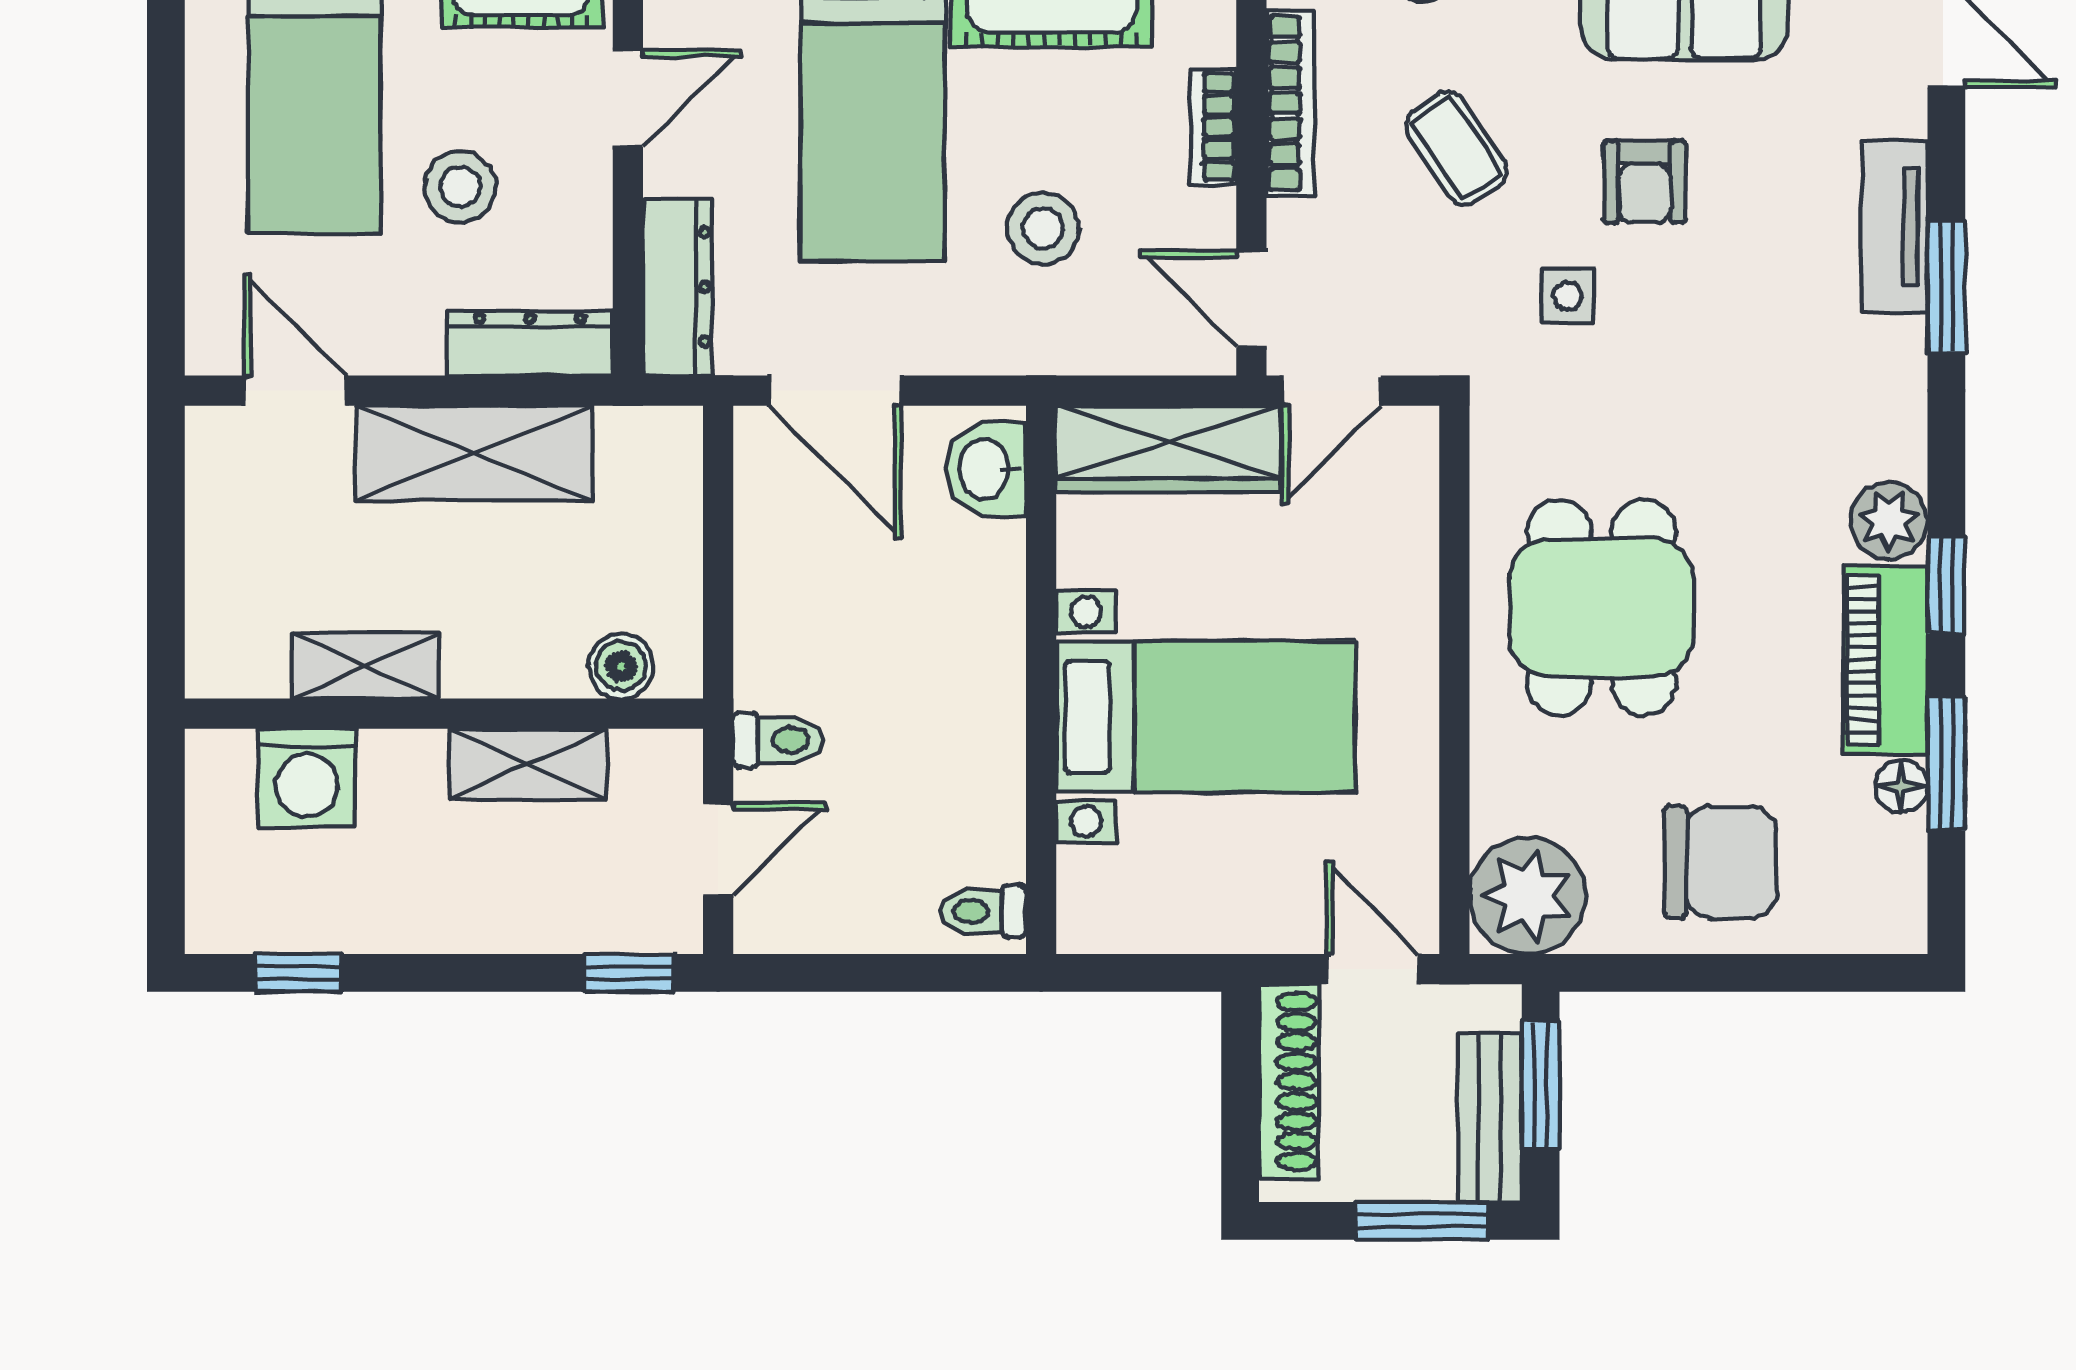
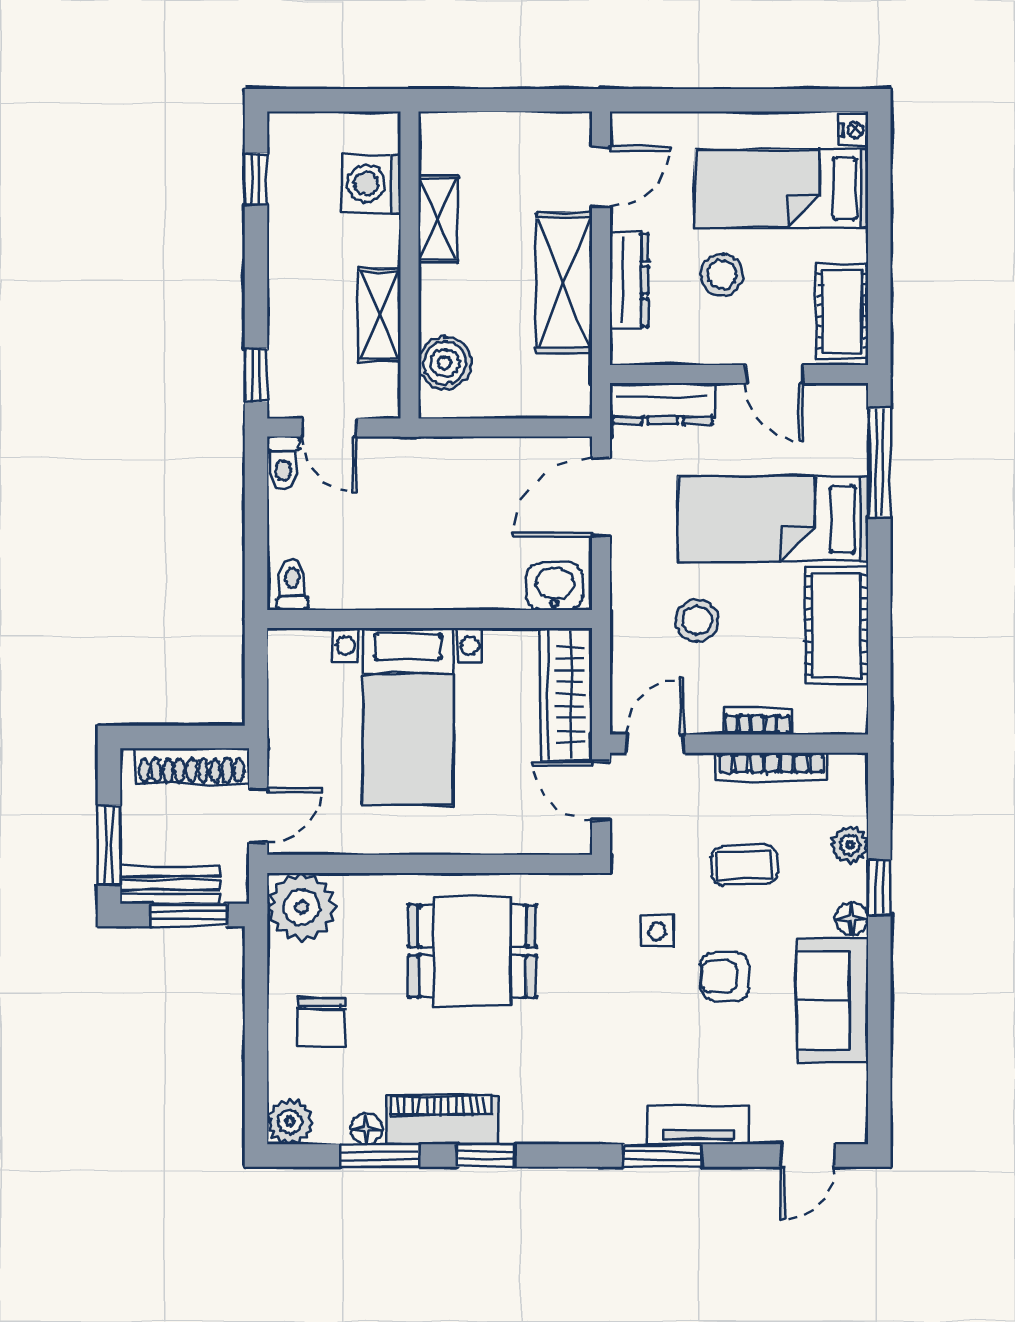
coffee table: (1456, 148) -> (745, 865), turned 32
dresser: (530, 343) -> (629, 280), moved
plant: (1889, 521) -> (290, 1122), moved
boiler: (621, 666) -> (445, 363), width x1.36, depth x1.36
toilet: (778, 740) -> (283, 463), moved
chair: (1720, 862) -> (322, 1022), width x0.73, depth x0.73

